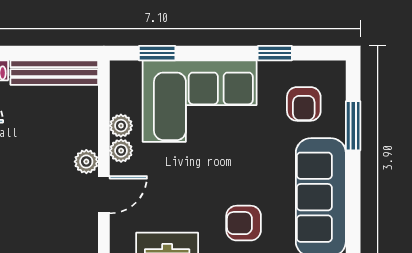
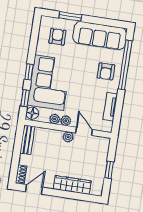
window: (275, 53) -> (29, 72), moved
bench: (54, 73) -> (27, 140), width x0.73
floor lamp: (126, 74) -> (32, 113), added
armchair: (304, 104) -> (57, 37), turned -90

